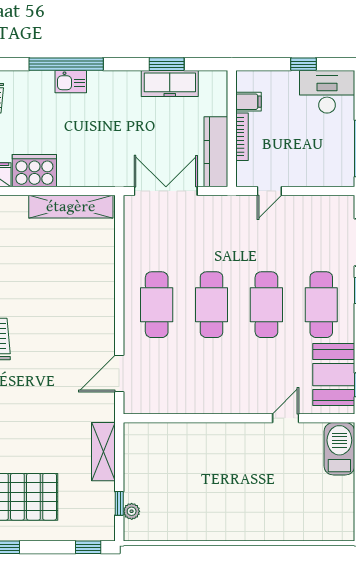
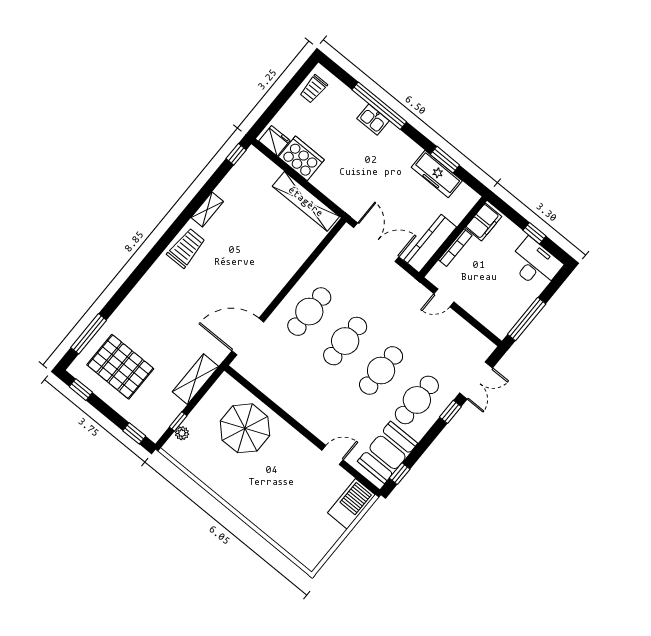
filing cabinet: (249, 102) -> (483, 222), width x2.00
door: (119, 373) -> (248, 336), width x1.36
parasol: (185, 460) -> (245, 428), added

